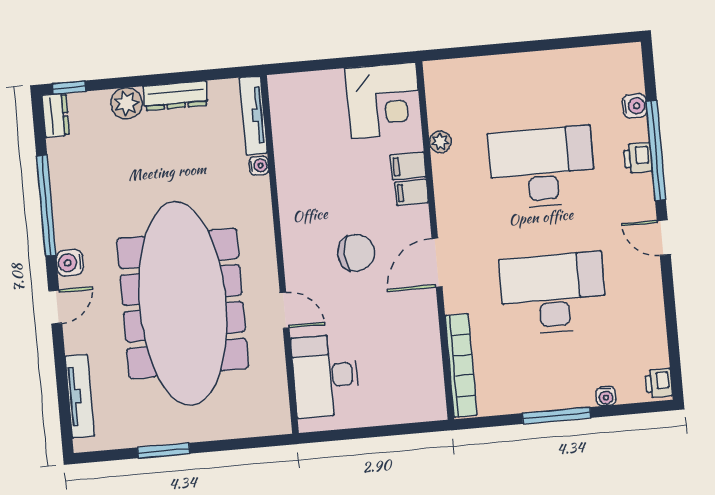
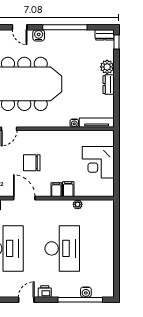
dresser: (175, 96) -> (109, 85), width x0.70
corner desk: (384, 100) -> (98, 162), moved
window: (656, 151) -> (80, 300), moved
printer: (638, 158) -> (45, 291), moved
chair: (356, 253) -> (32, 163), turned 90

